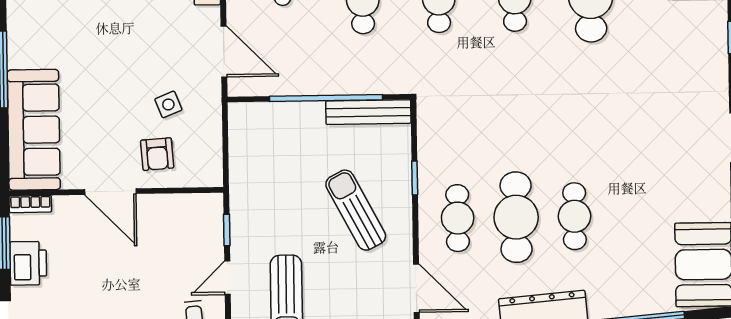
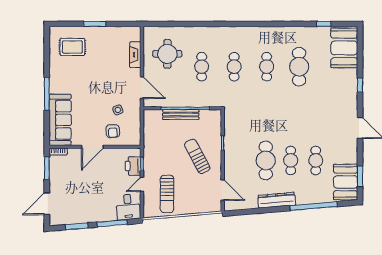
bench: (368, 112) -> (181, 115), moved
door: (110, 192) -> (92, 147), hinge flipped
cafe table: (458, 218) -> (316, 160), moved
printer: (28, 263) -> (133, 166), moved, turned 180

